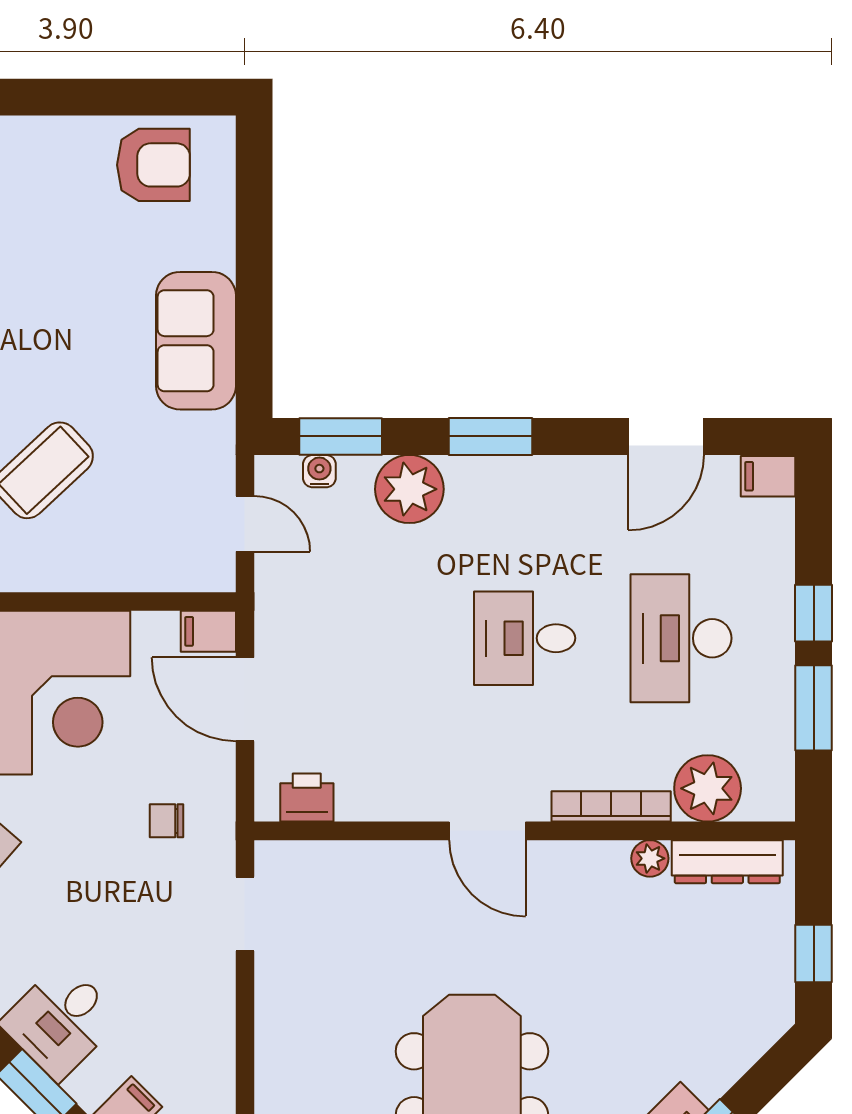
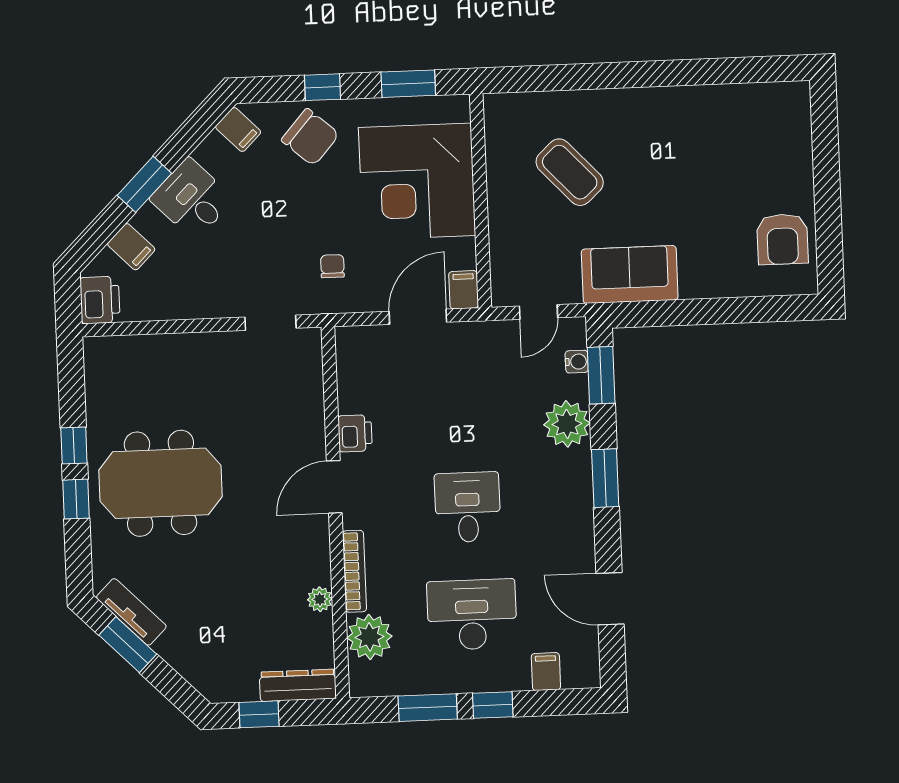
sofa: (196, 341) -> (630, 275), moved
filing cabinet: (768, 476) -> (546, 672), moved
printer: (307, 798) -> (355, 433), moved
dresser: (727, 862) -> (298, 685), moved, turned 90

